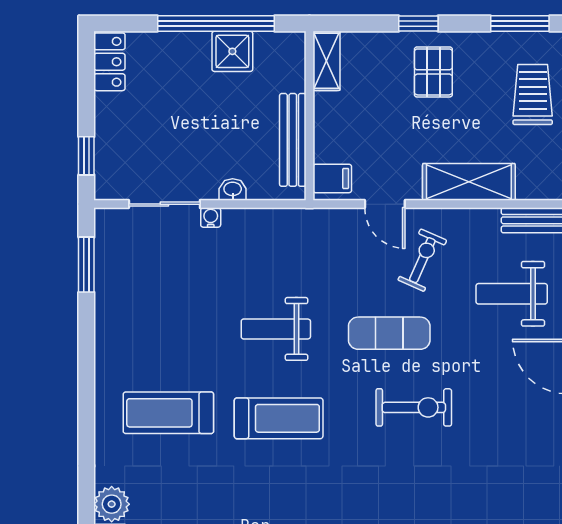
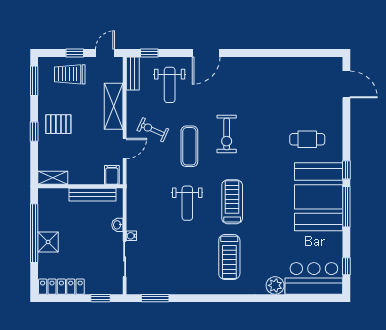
shower: (232, 51) -> (48, 242), moved
locker: (109, 62) -> (61, 287), width x1.53
exercise bike: (414, 407) -> (227, 134), turned 180

